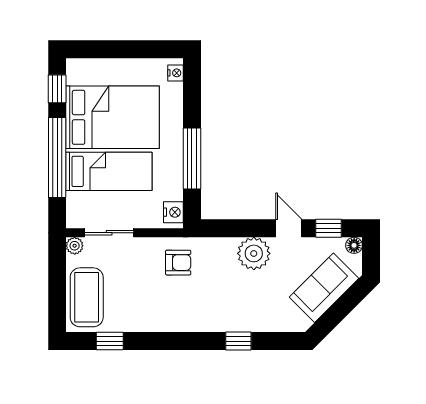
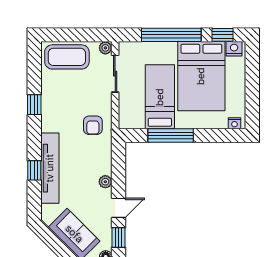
bed: (109, 171) -> (160, 97), moved, turned 180
nightstand: (173, 212) -> (234, 49), moved, turned 180
plant: (254, 253) -> (105, 182), width x0.53, depth x0.53
tv unit: (236, 320) -> (50, 168), added
window: (110, 341) -> (34, 105), moved

